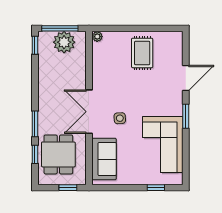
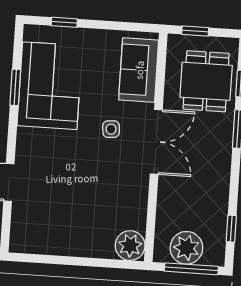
plant: (97, 37) -> (130, 246), width x1.87, depth x1.87
window: (35, 45) -> (231, 229), moved
rug: (142, 53) -> (71, 224), removed
window: (186, 116) -> (15, 87), moved

